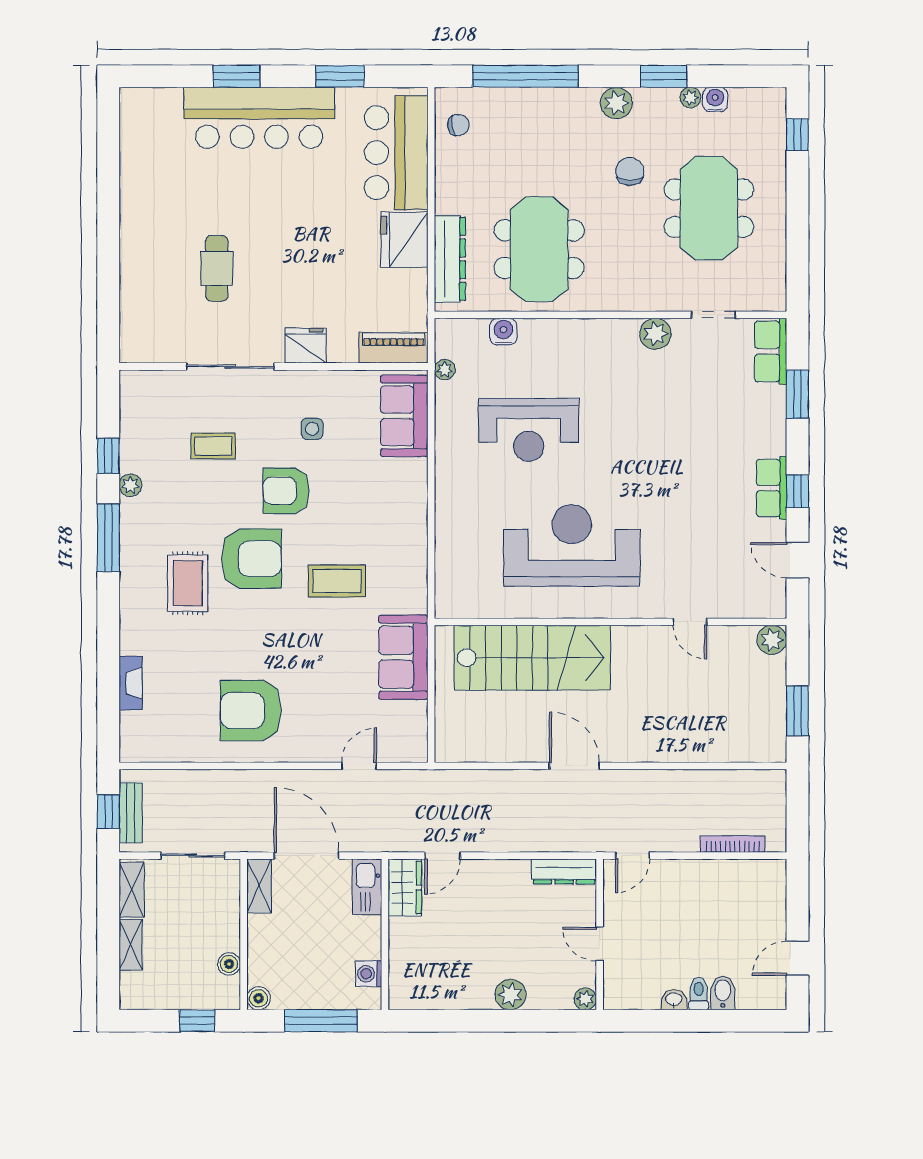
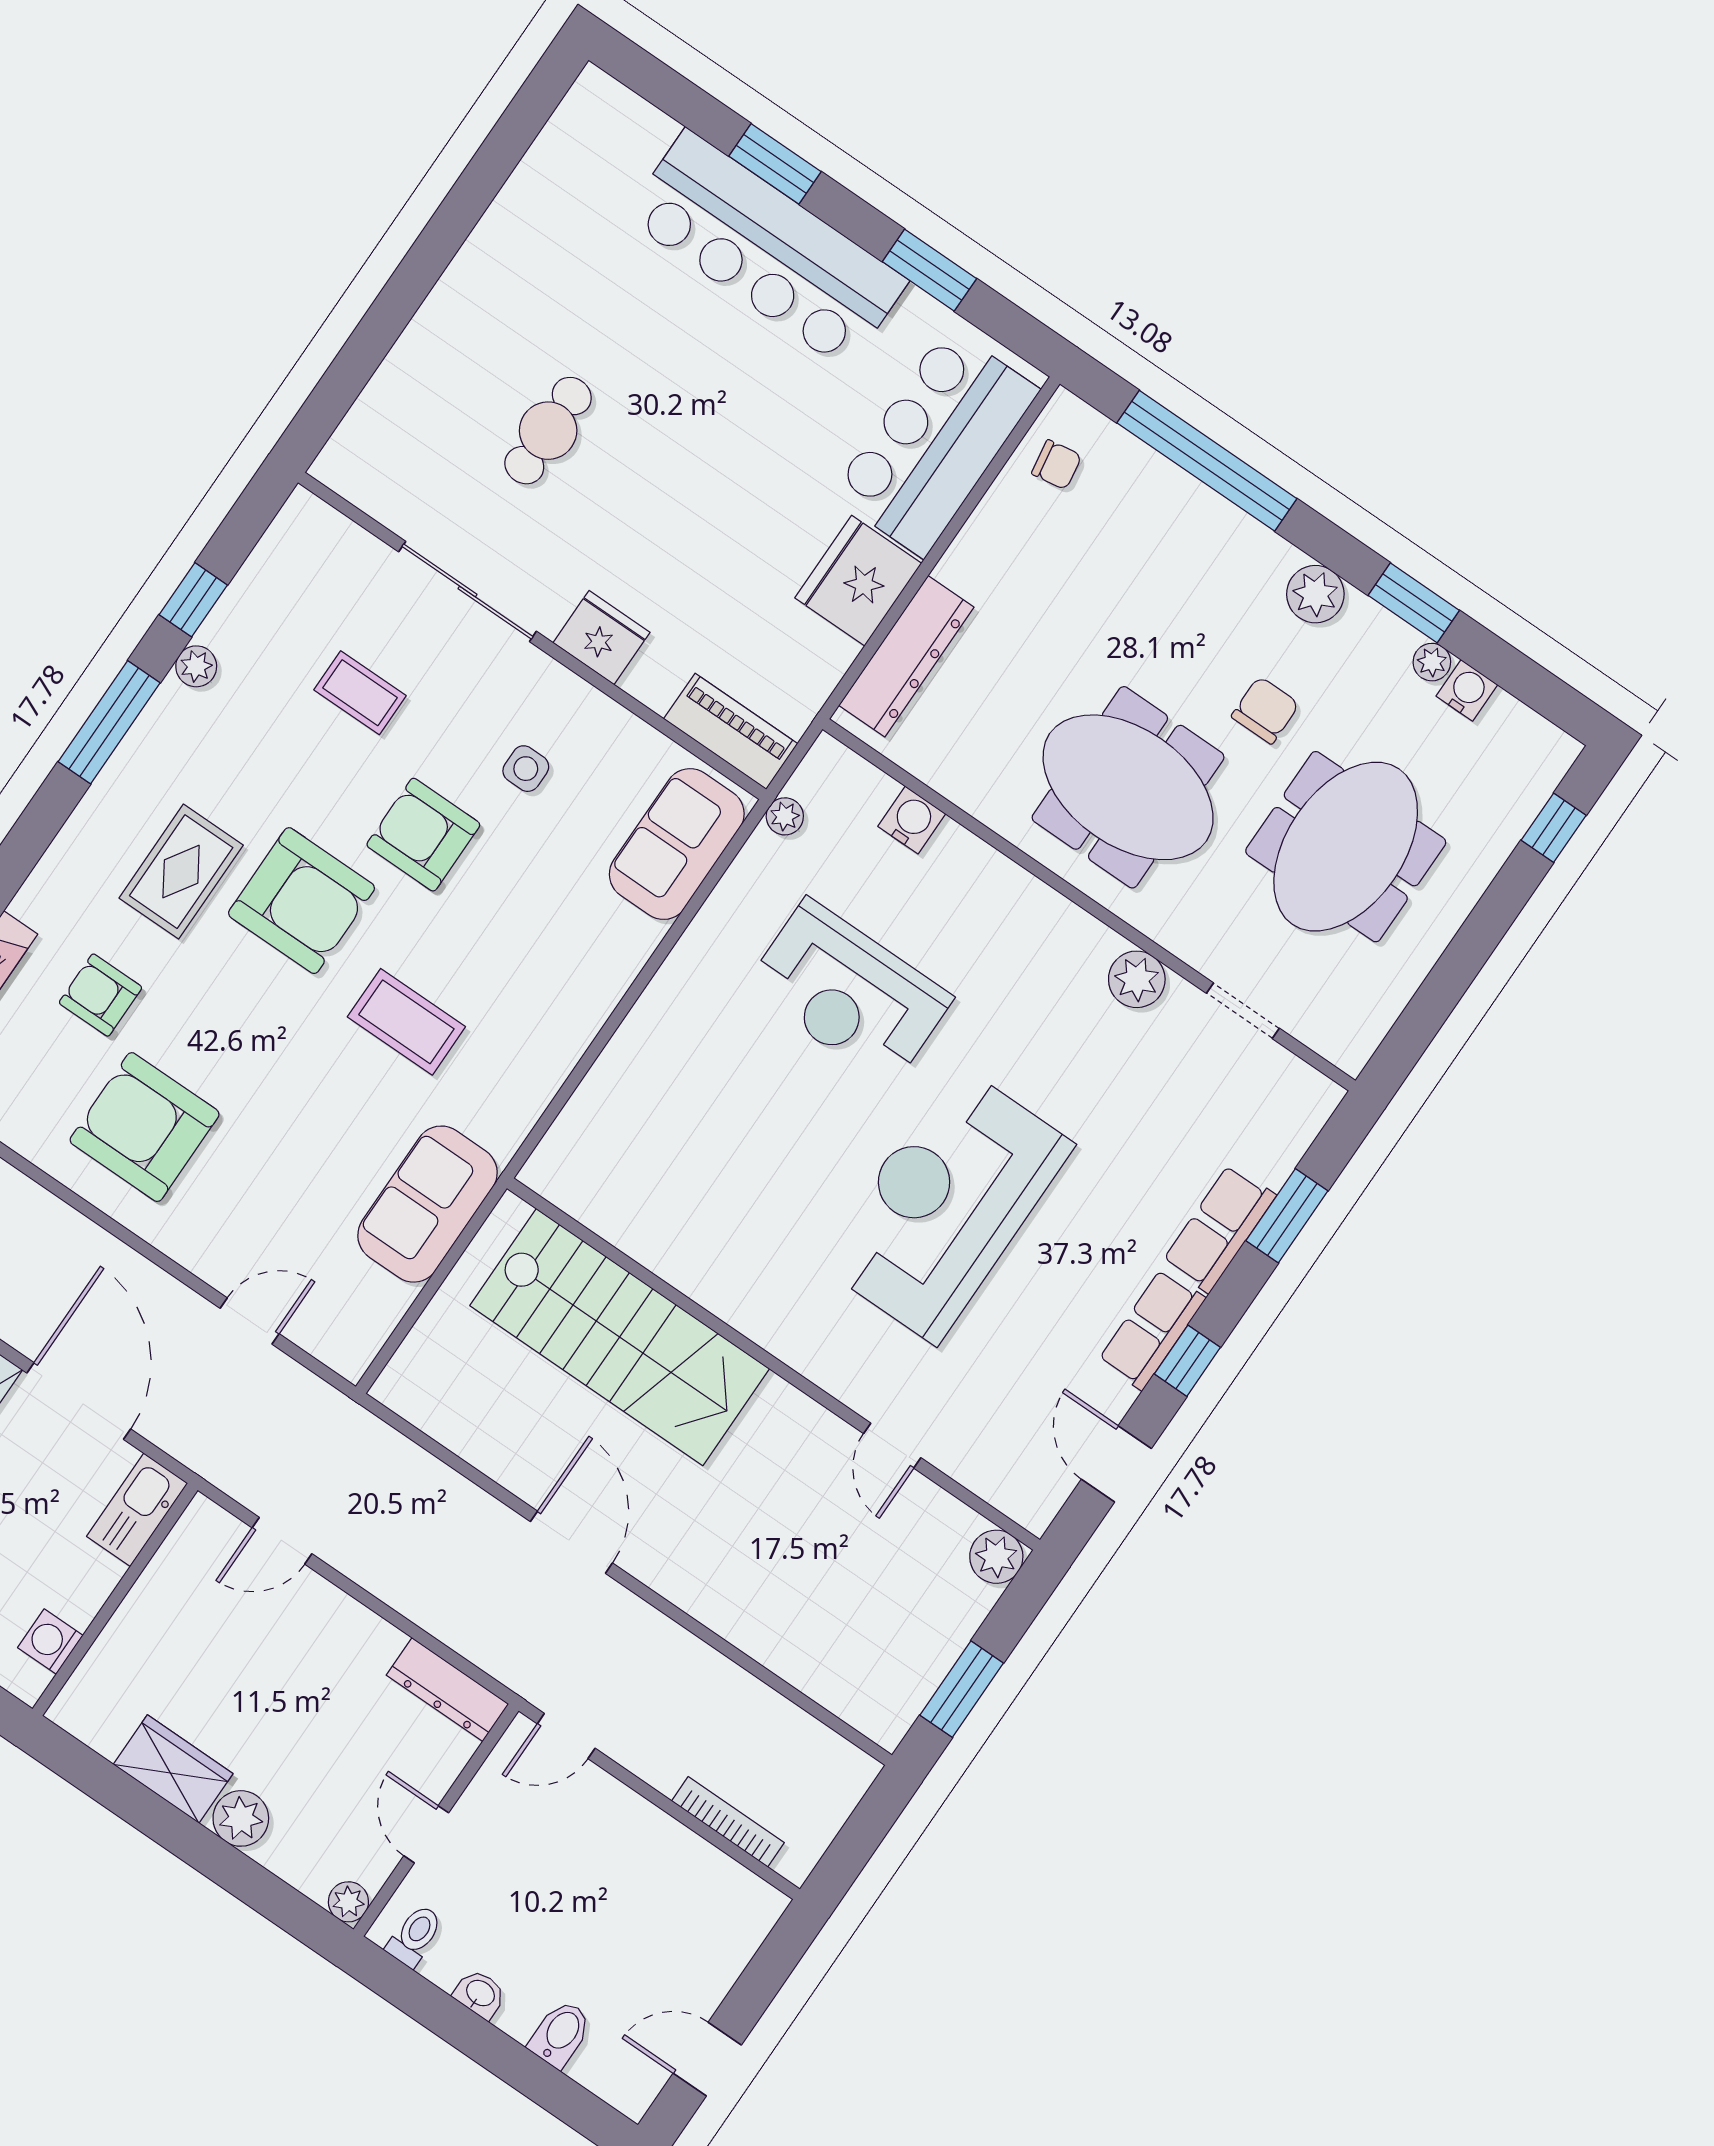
meeting table: (539, 249) -> (1128, 787), moved, turned 90
row of seats: (771, 351) -> (1219, 1229), moved
reception desk: (572, 545) -> (946, 1204), moved, turned -90
armchair: (190, 664) -> (101, 995), added
wardrobe: (405, 888) -> (173, 1769), moved, turned -90
toilet: (699, 994) -> (415, 1936), moved

